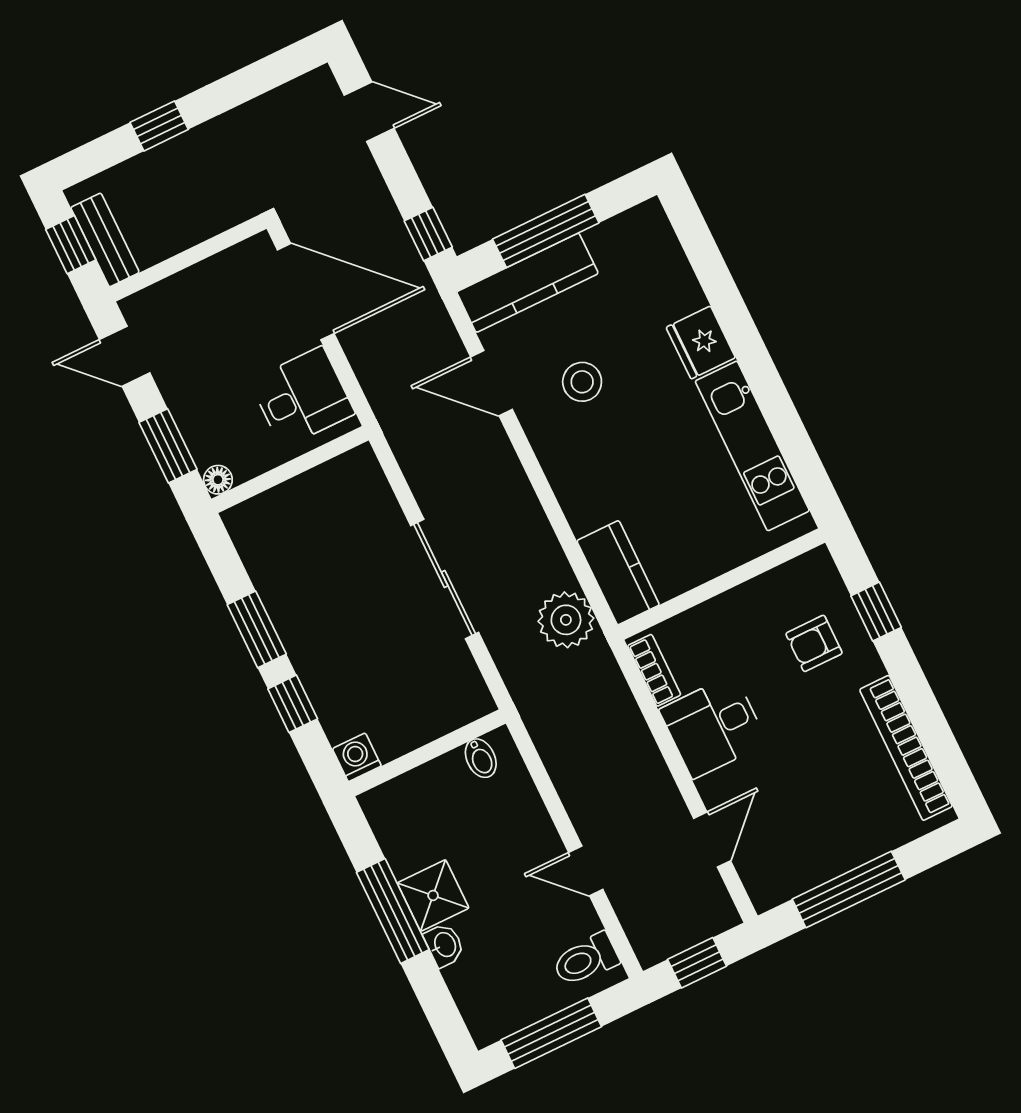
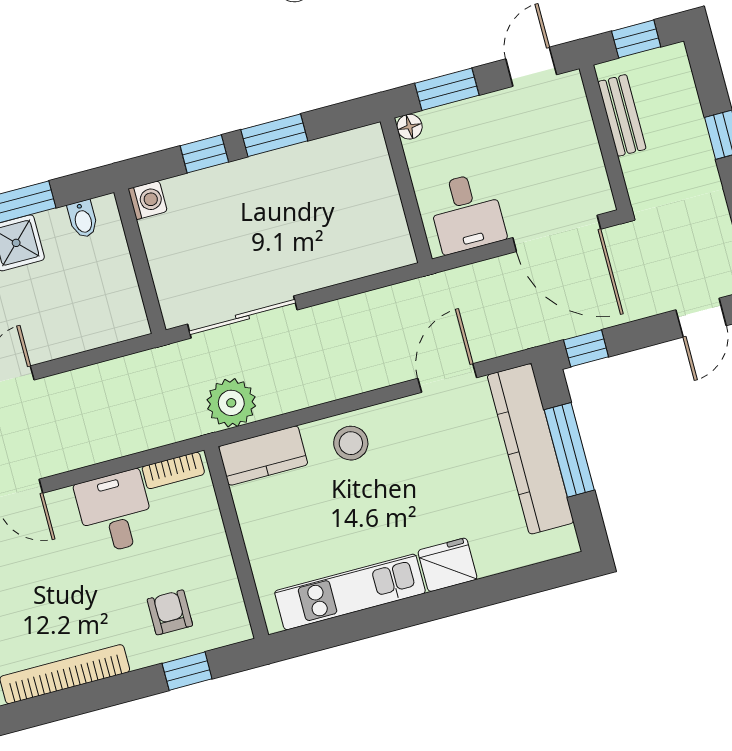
bench: (105, 240) -> (622, 115), moved, turned 90
kitchen counter: (527, 283) -> (530, 449), width x1.39, depth x1.17
door: (306, 292) -> (557, 233), hinge flipped
stool: (582, 382) -> (351, 443), moved
sliding door: (445, 579) -> (242, 317), moved
bidet: (481, 758) -> (83, 219), moved, turned -90

